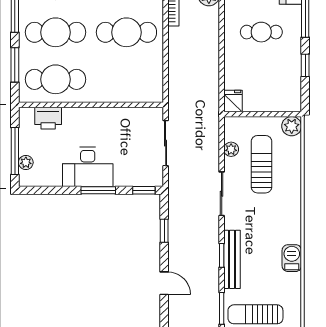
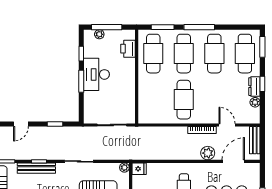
plant: (231, 149) -> (124, 168), moved
window: (144, 190) -> (81, 54), moved

